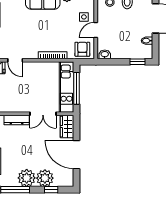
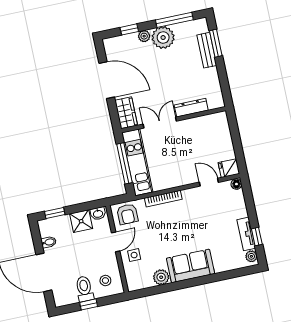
shower: (119, 51) -> (81, 221), added
plant: (45, 178) -> (144, 36), width x0.53, depth x0.53

